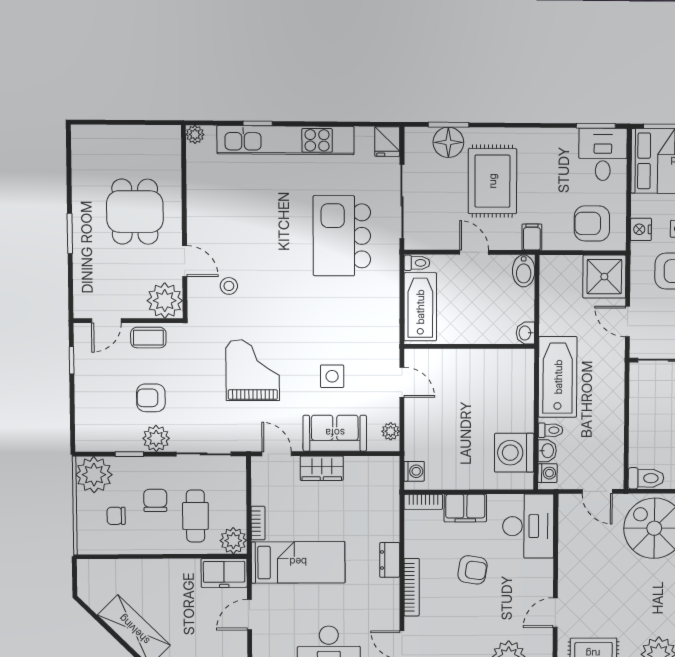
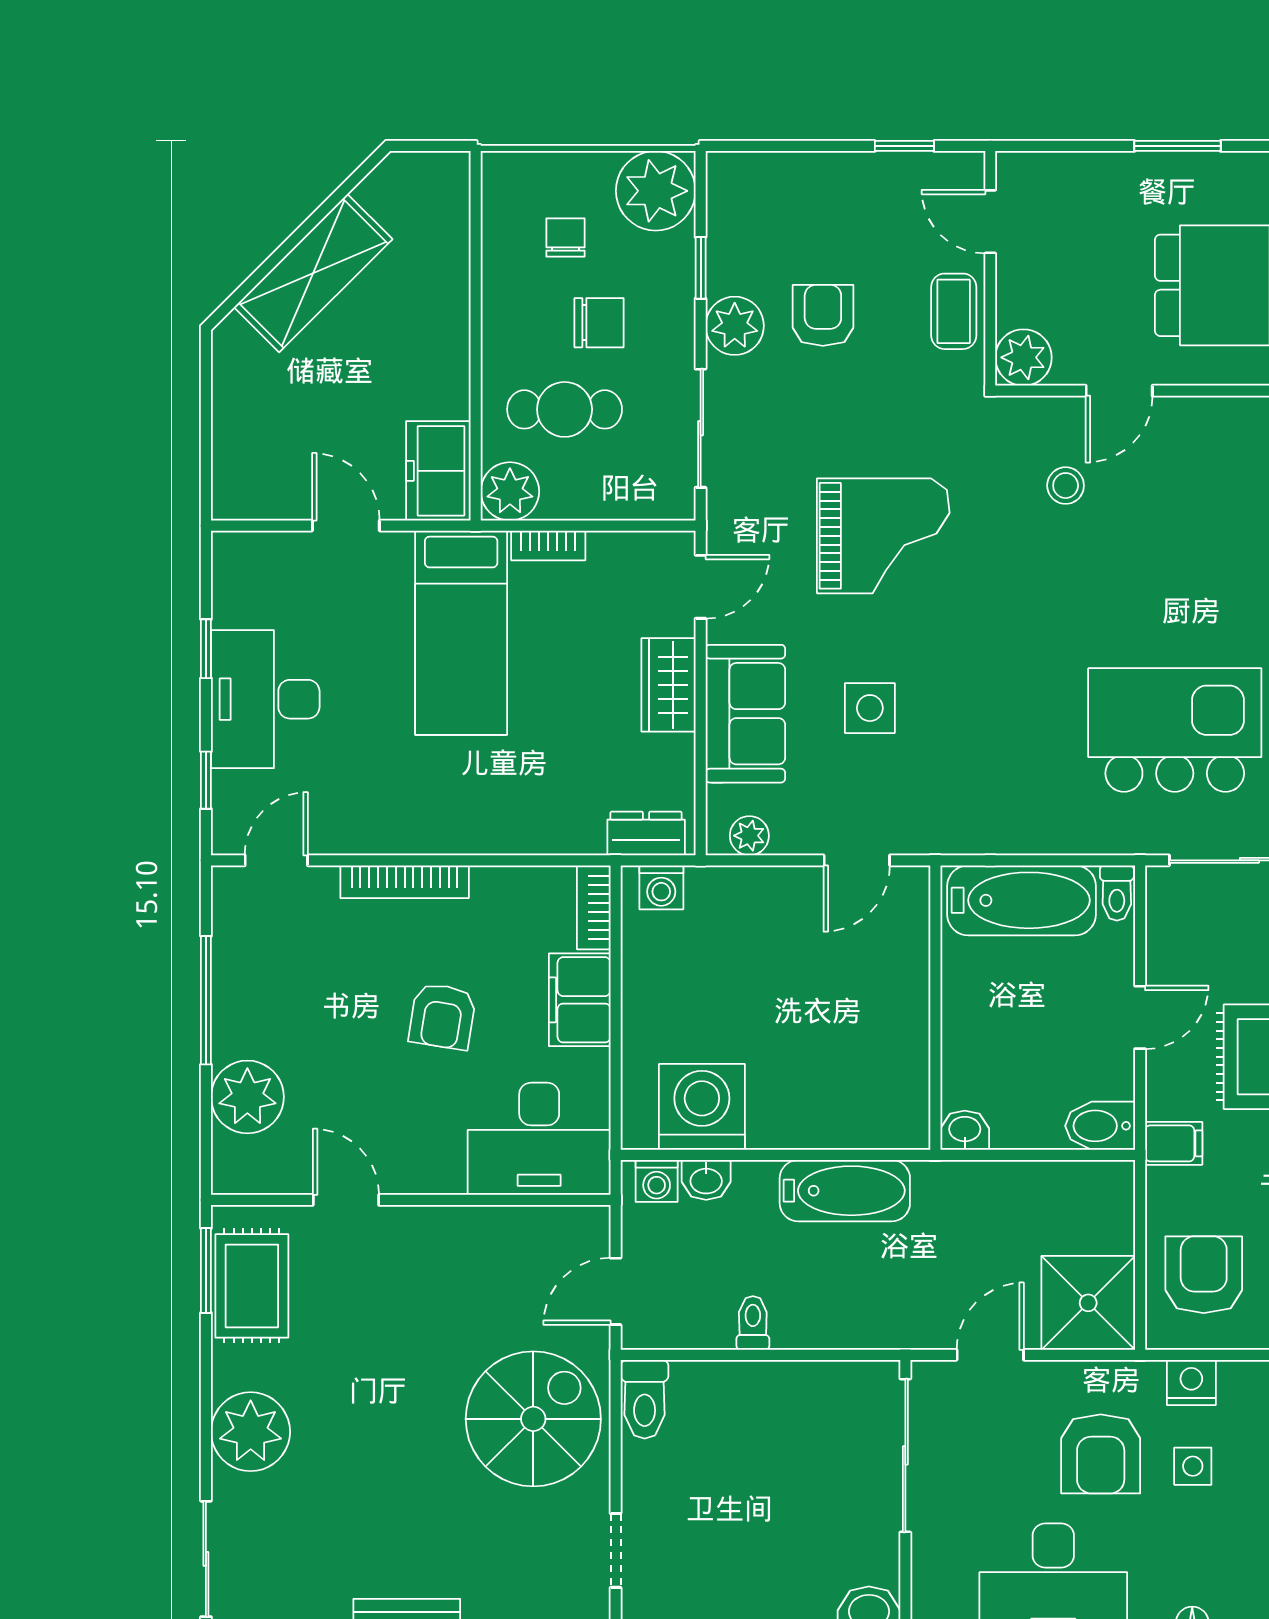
plant: (165, 301) -> (1023, 357), width x0.73, depth x0.73
bathtub: (558, 377) -> (845, 1191), width x0.73, depth x0.73
toilet: (550, 430) -> (753, 1323), moved, turned 180
dresser: (390, 560) -> (646, 833), moved

